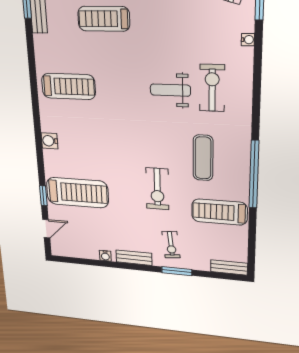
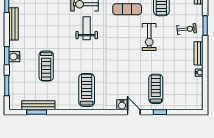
weight bench: (170, 90) -> (87, 28), turned 180
exercise bike: (157, 189) -> (149, 37), turned 90
treadmill: (77, 193) -> (156, 89), width x0.73, depth x0.73
door: (46, 229) -> (134, 112), moved

